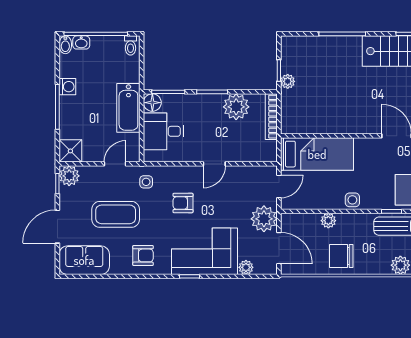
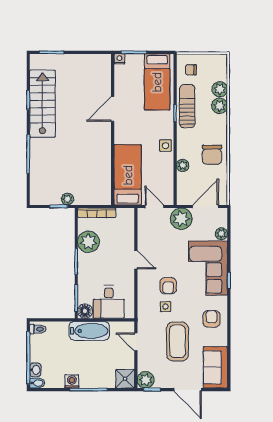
side table: (146, 182) -> (166, 307), moved

